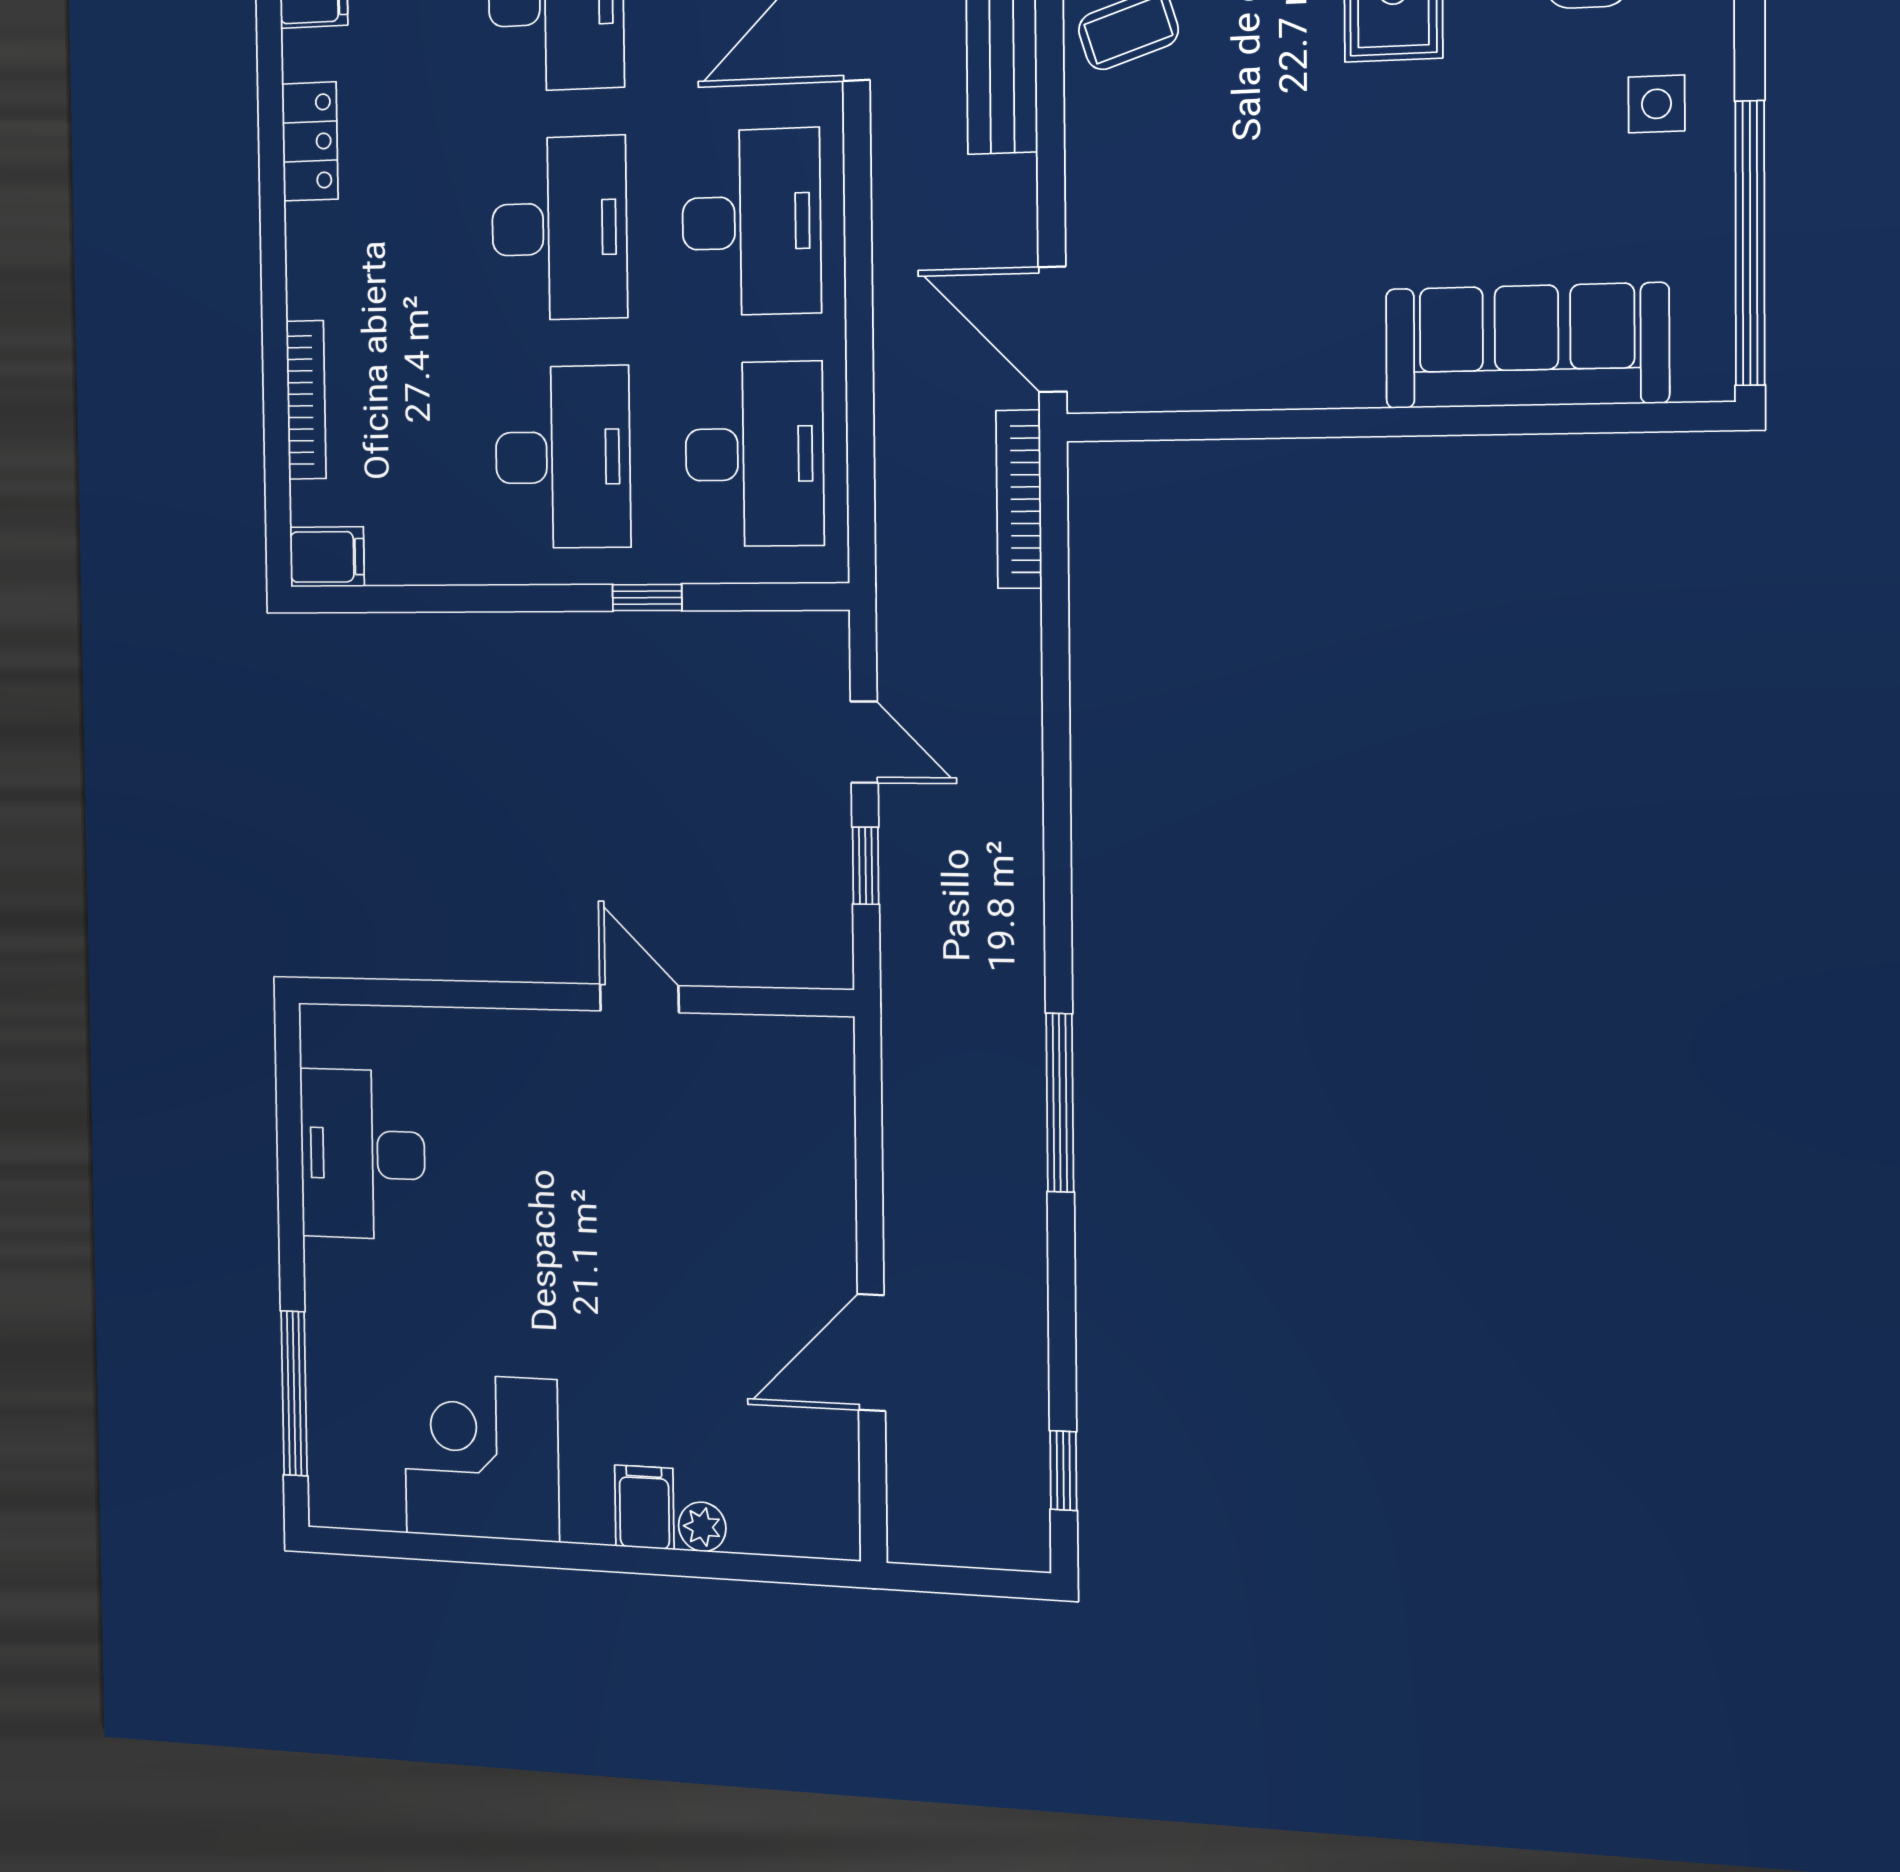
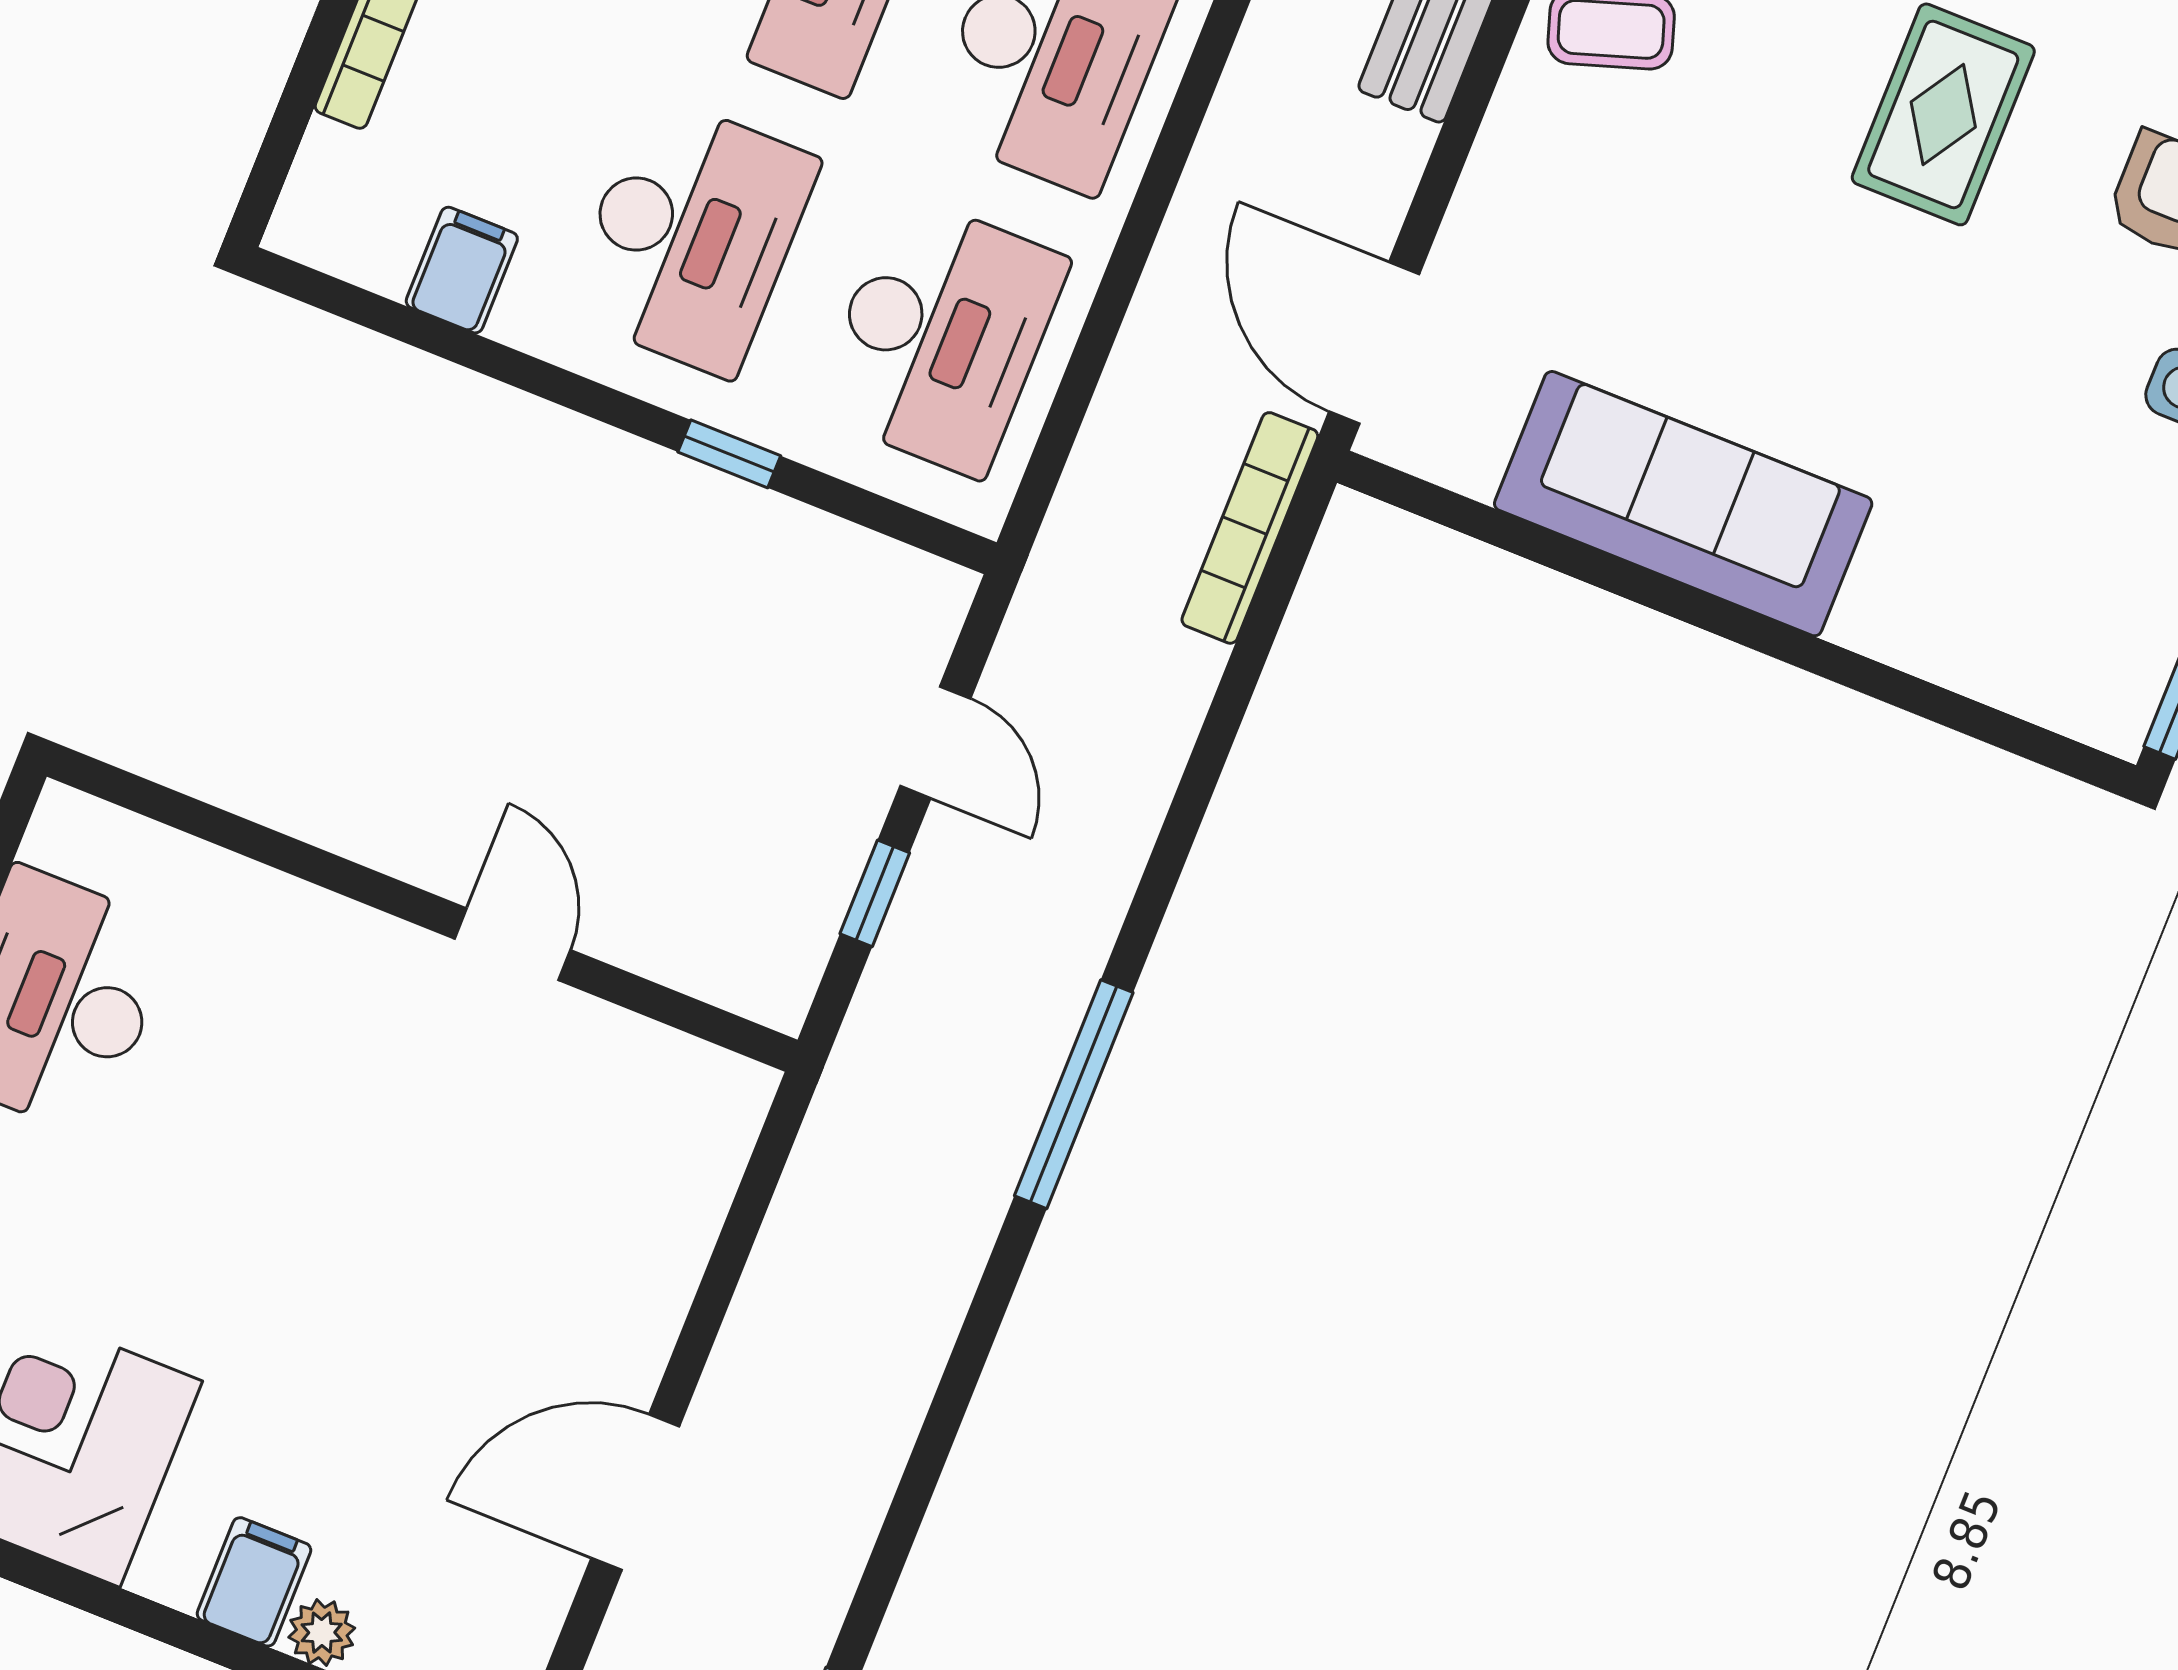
sofa: (1527, 346) -> (1683, 504), moved
filing cabinet: (327, 557) -> (462, 270), moved, turned -90
window: (1060, 1103) -> (1074, 1094), moved

